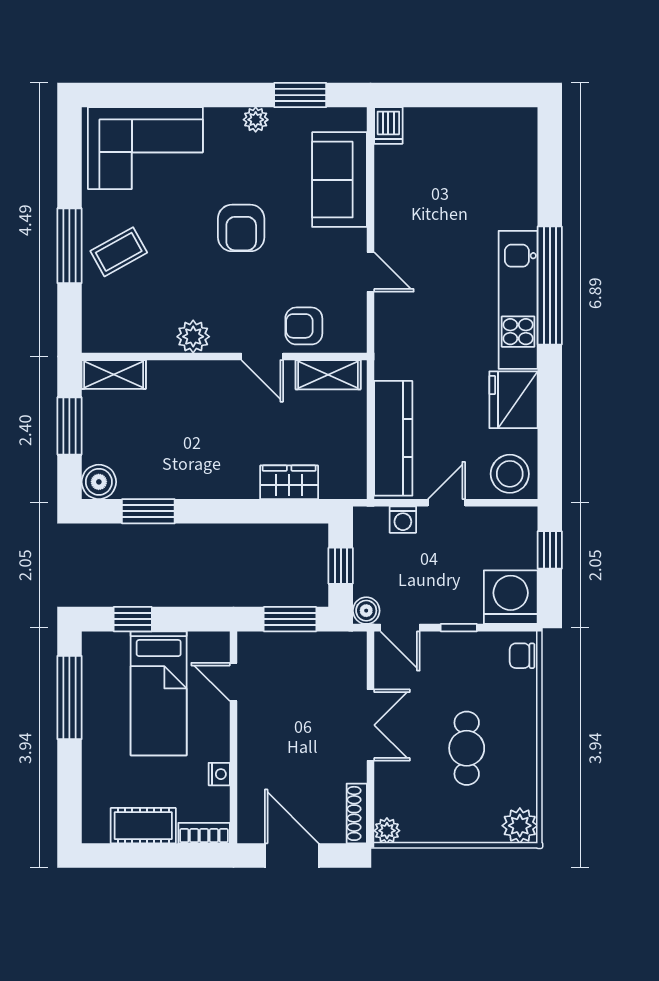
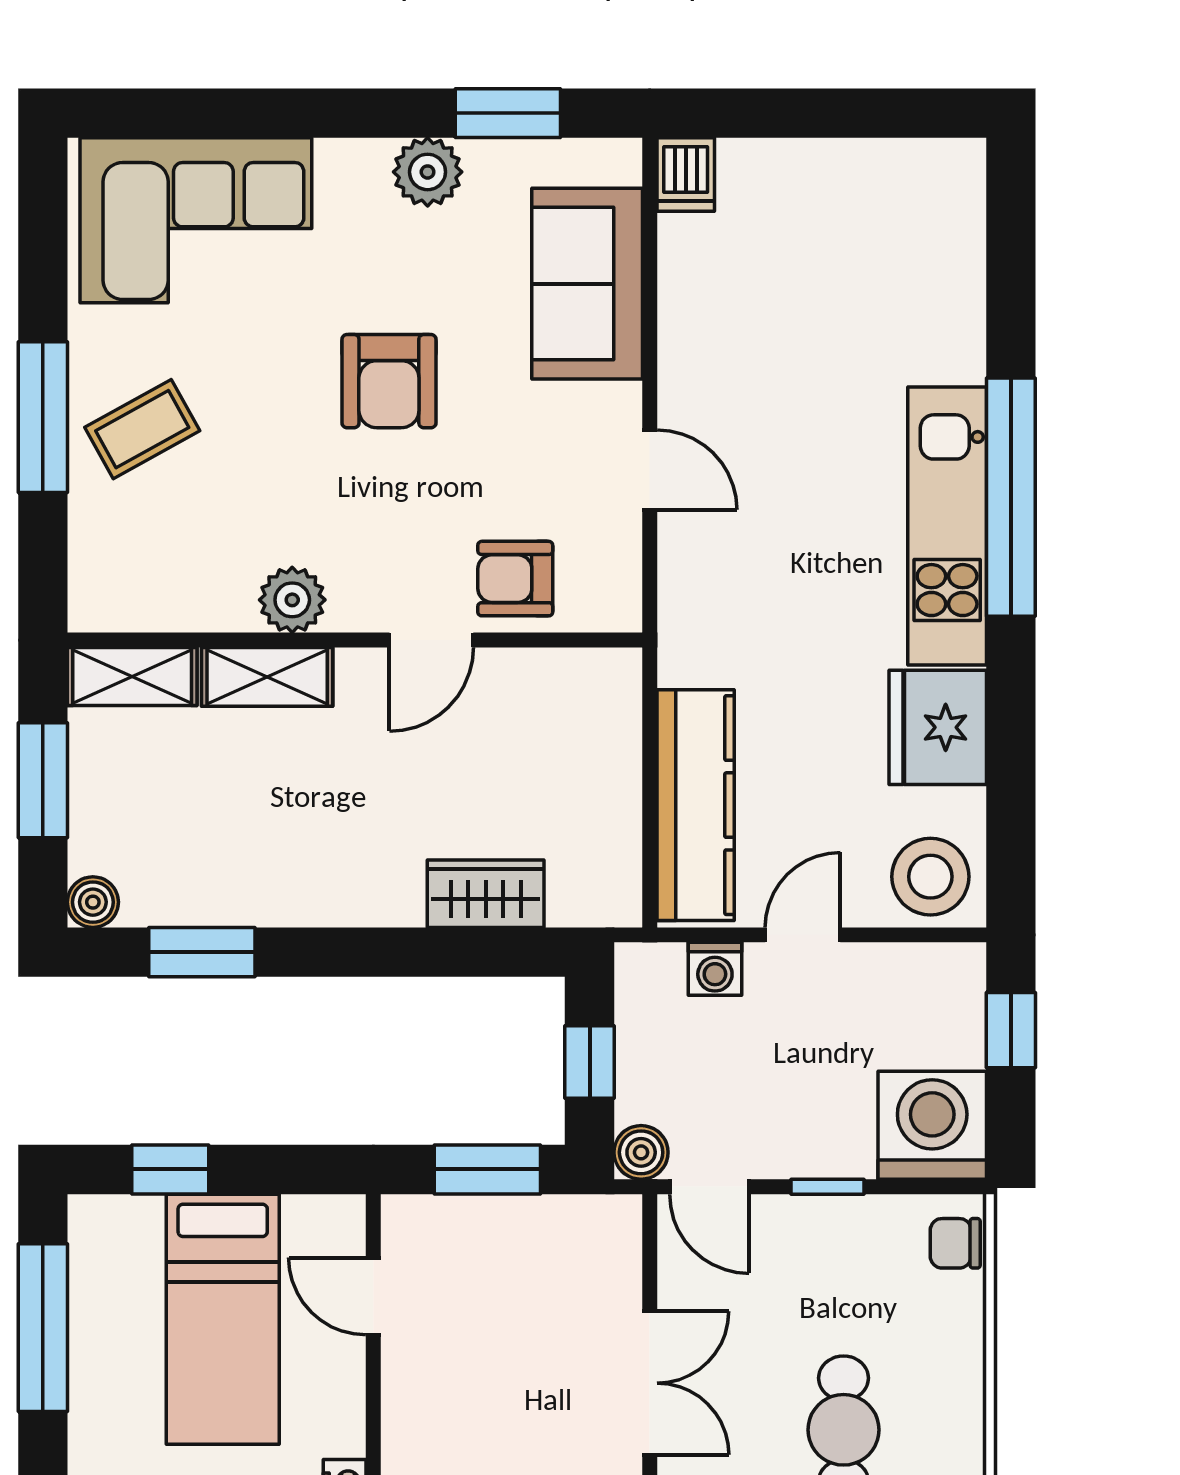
plant: (256, 120) -> (428, 172), width x1.38, depth x1.38
door: (262, 356) -> (431, 640), hinge flipped
shelving: (328, 375) -> (267, 677), moved
boiler: (99, 482) -> (93, 902), width x0.73, depth x0.73

